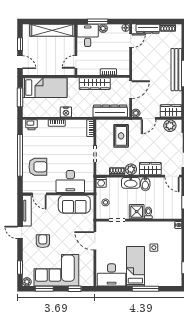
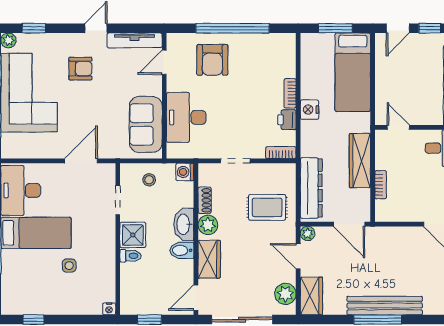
printer: (31, 125) -> (287, 120), moved

